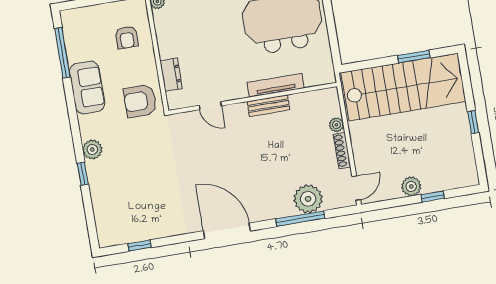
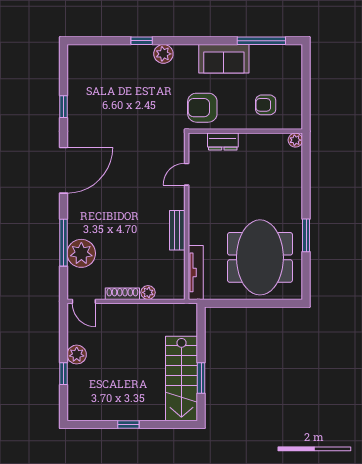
tv unit: (276, 85) -> (196, 272), moved
stairs: (403, 87) -> (181, 378), width x0.73, depth x0.66
armchair: (140, 101) -> (202, 108), turned -90
window: (140, 246) -> (64, 107), moved

